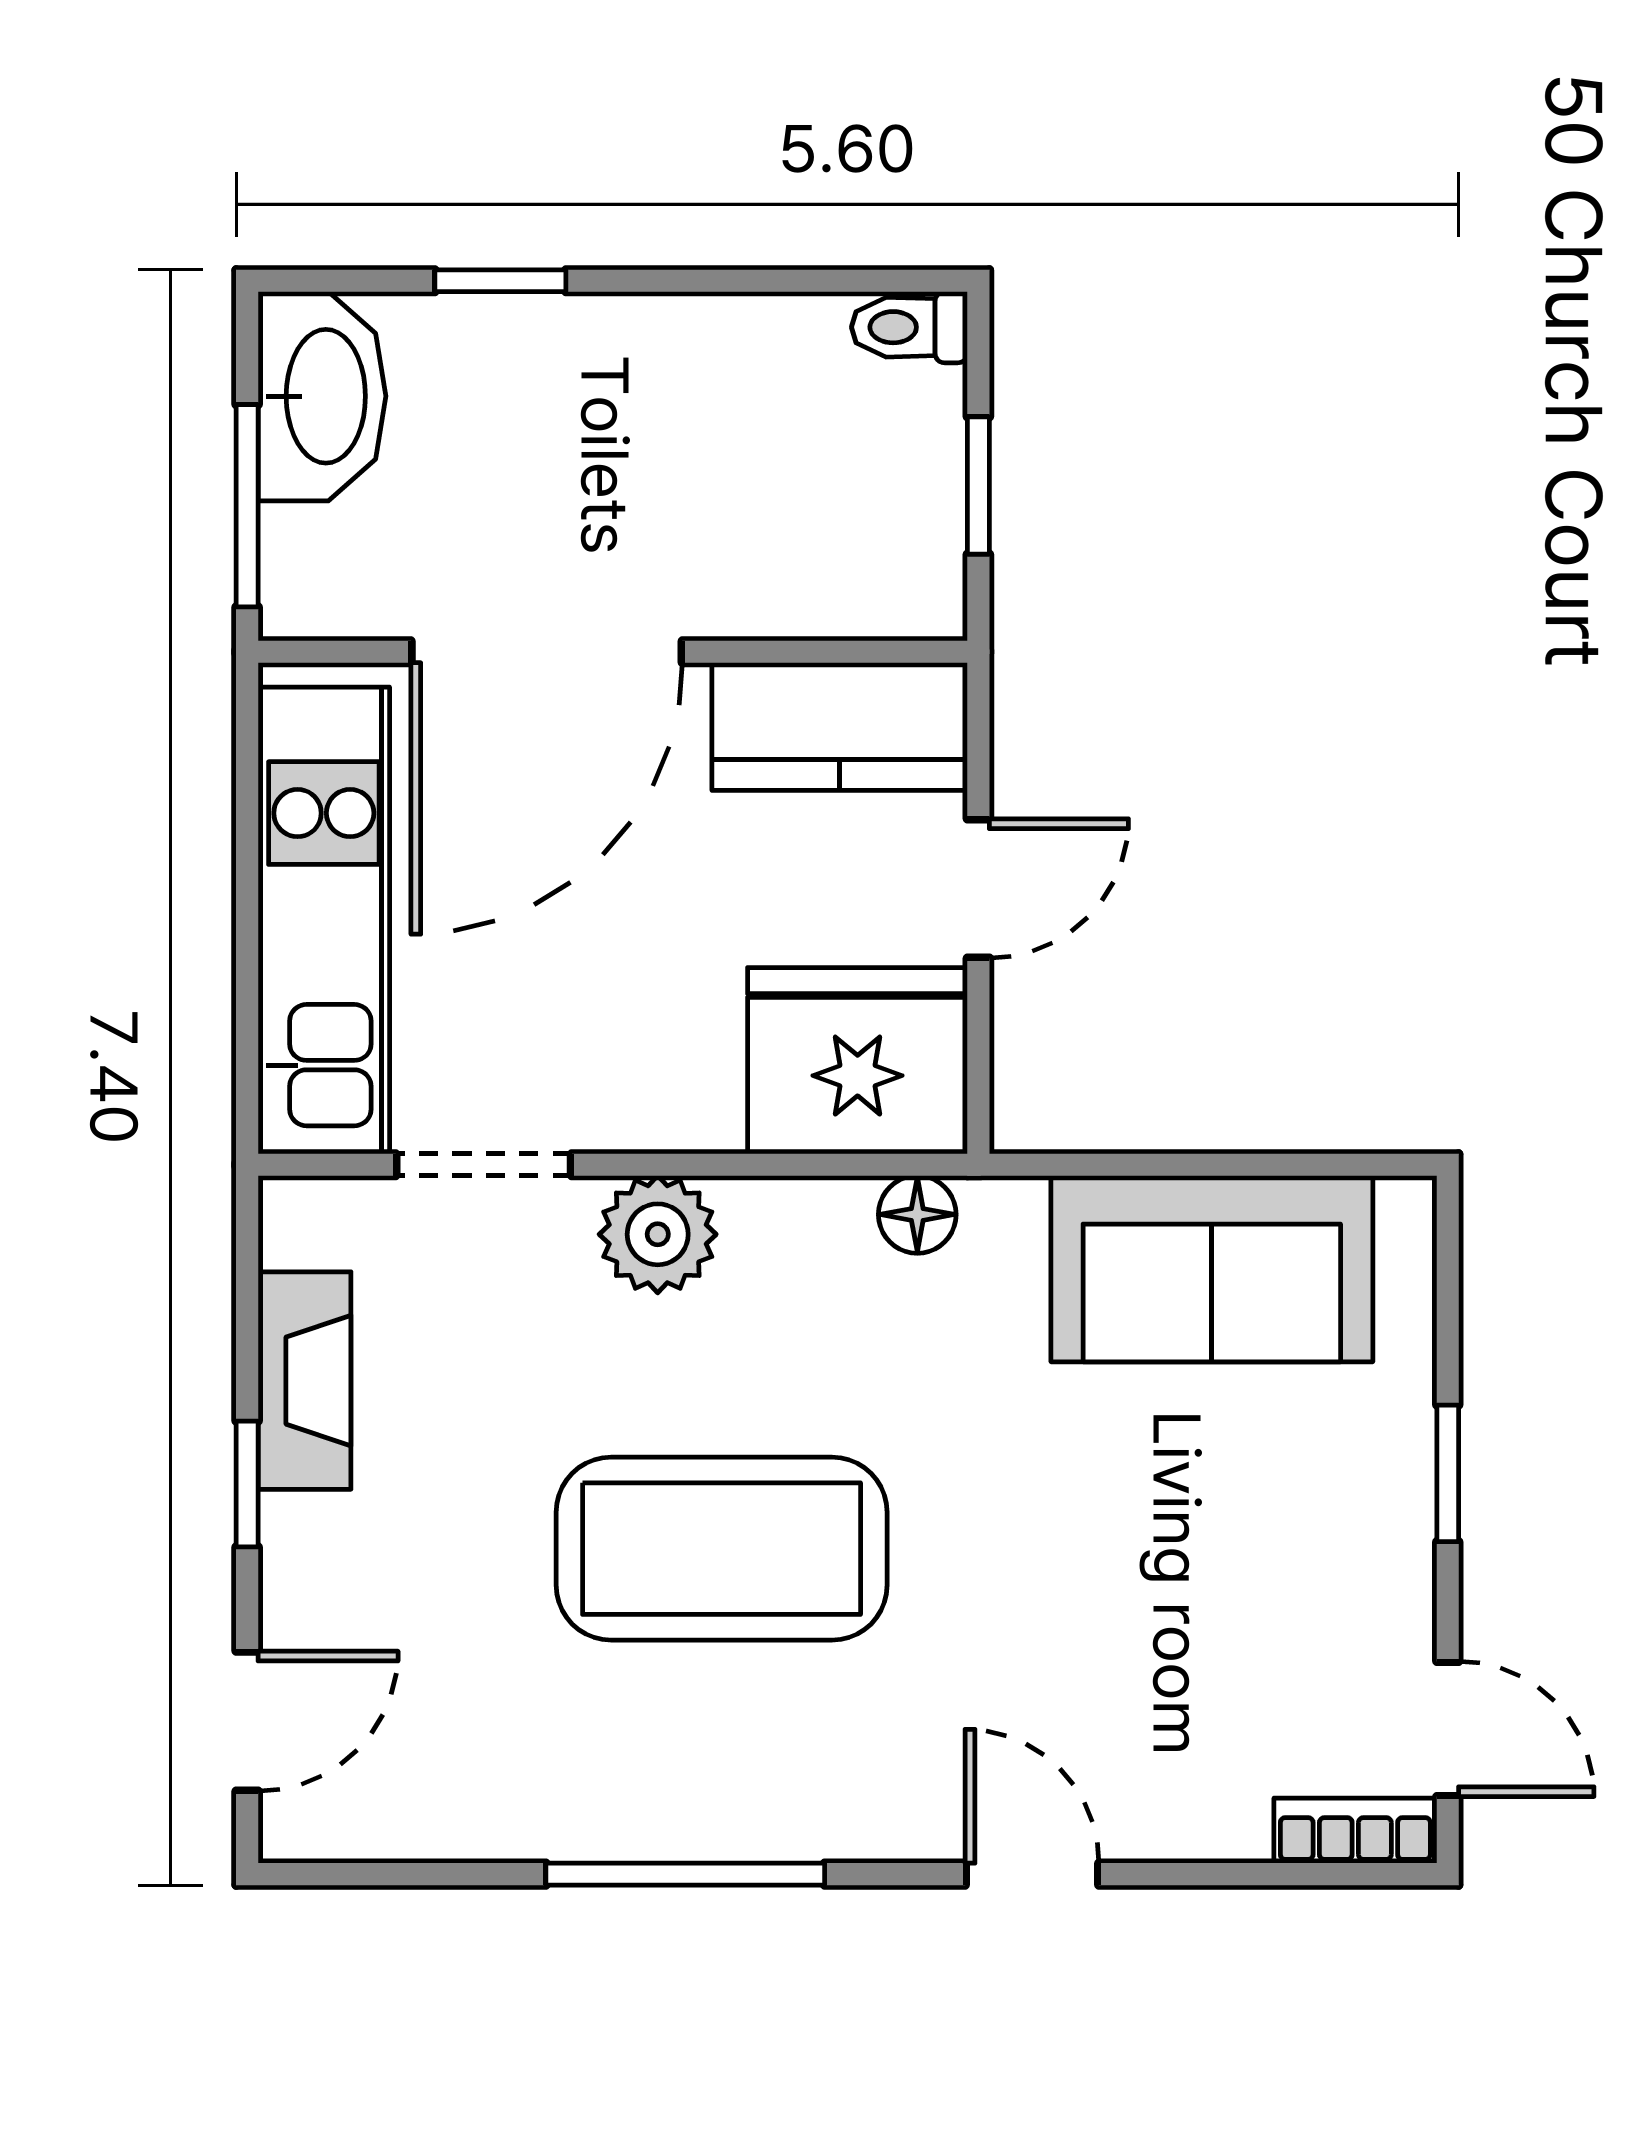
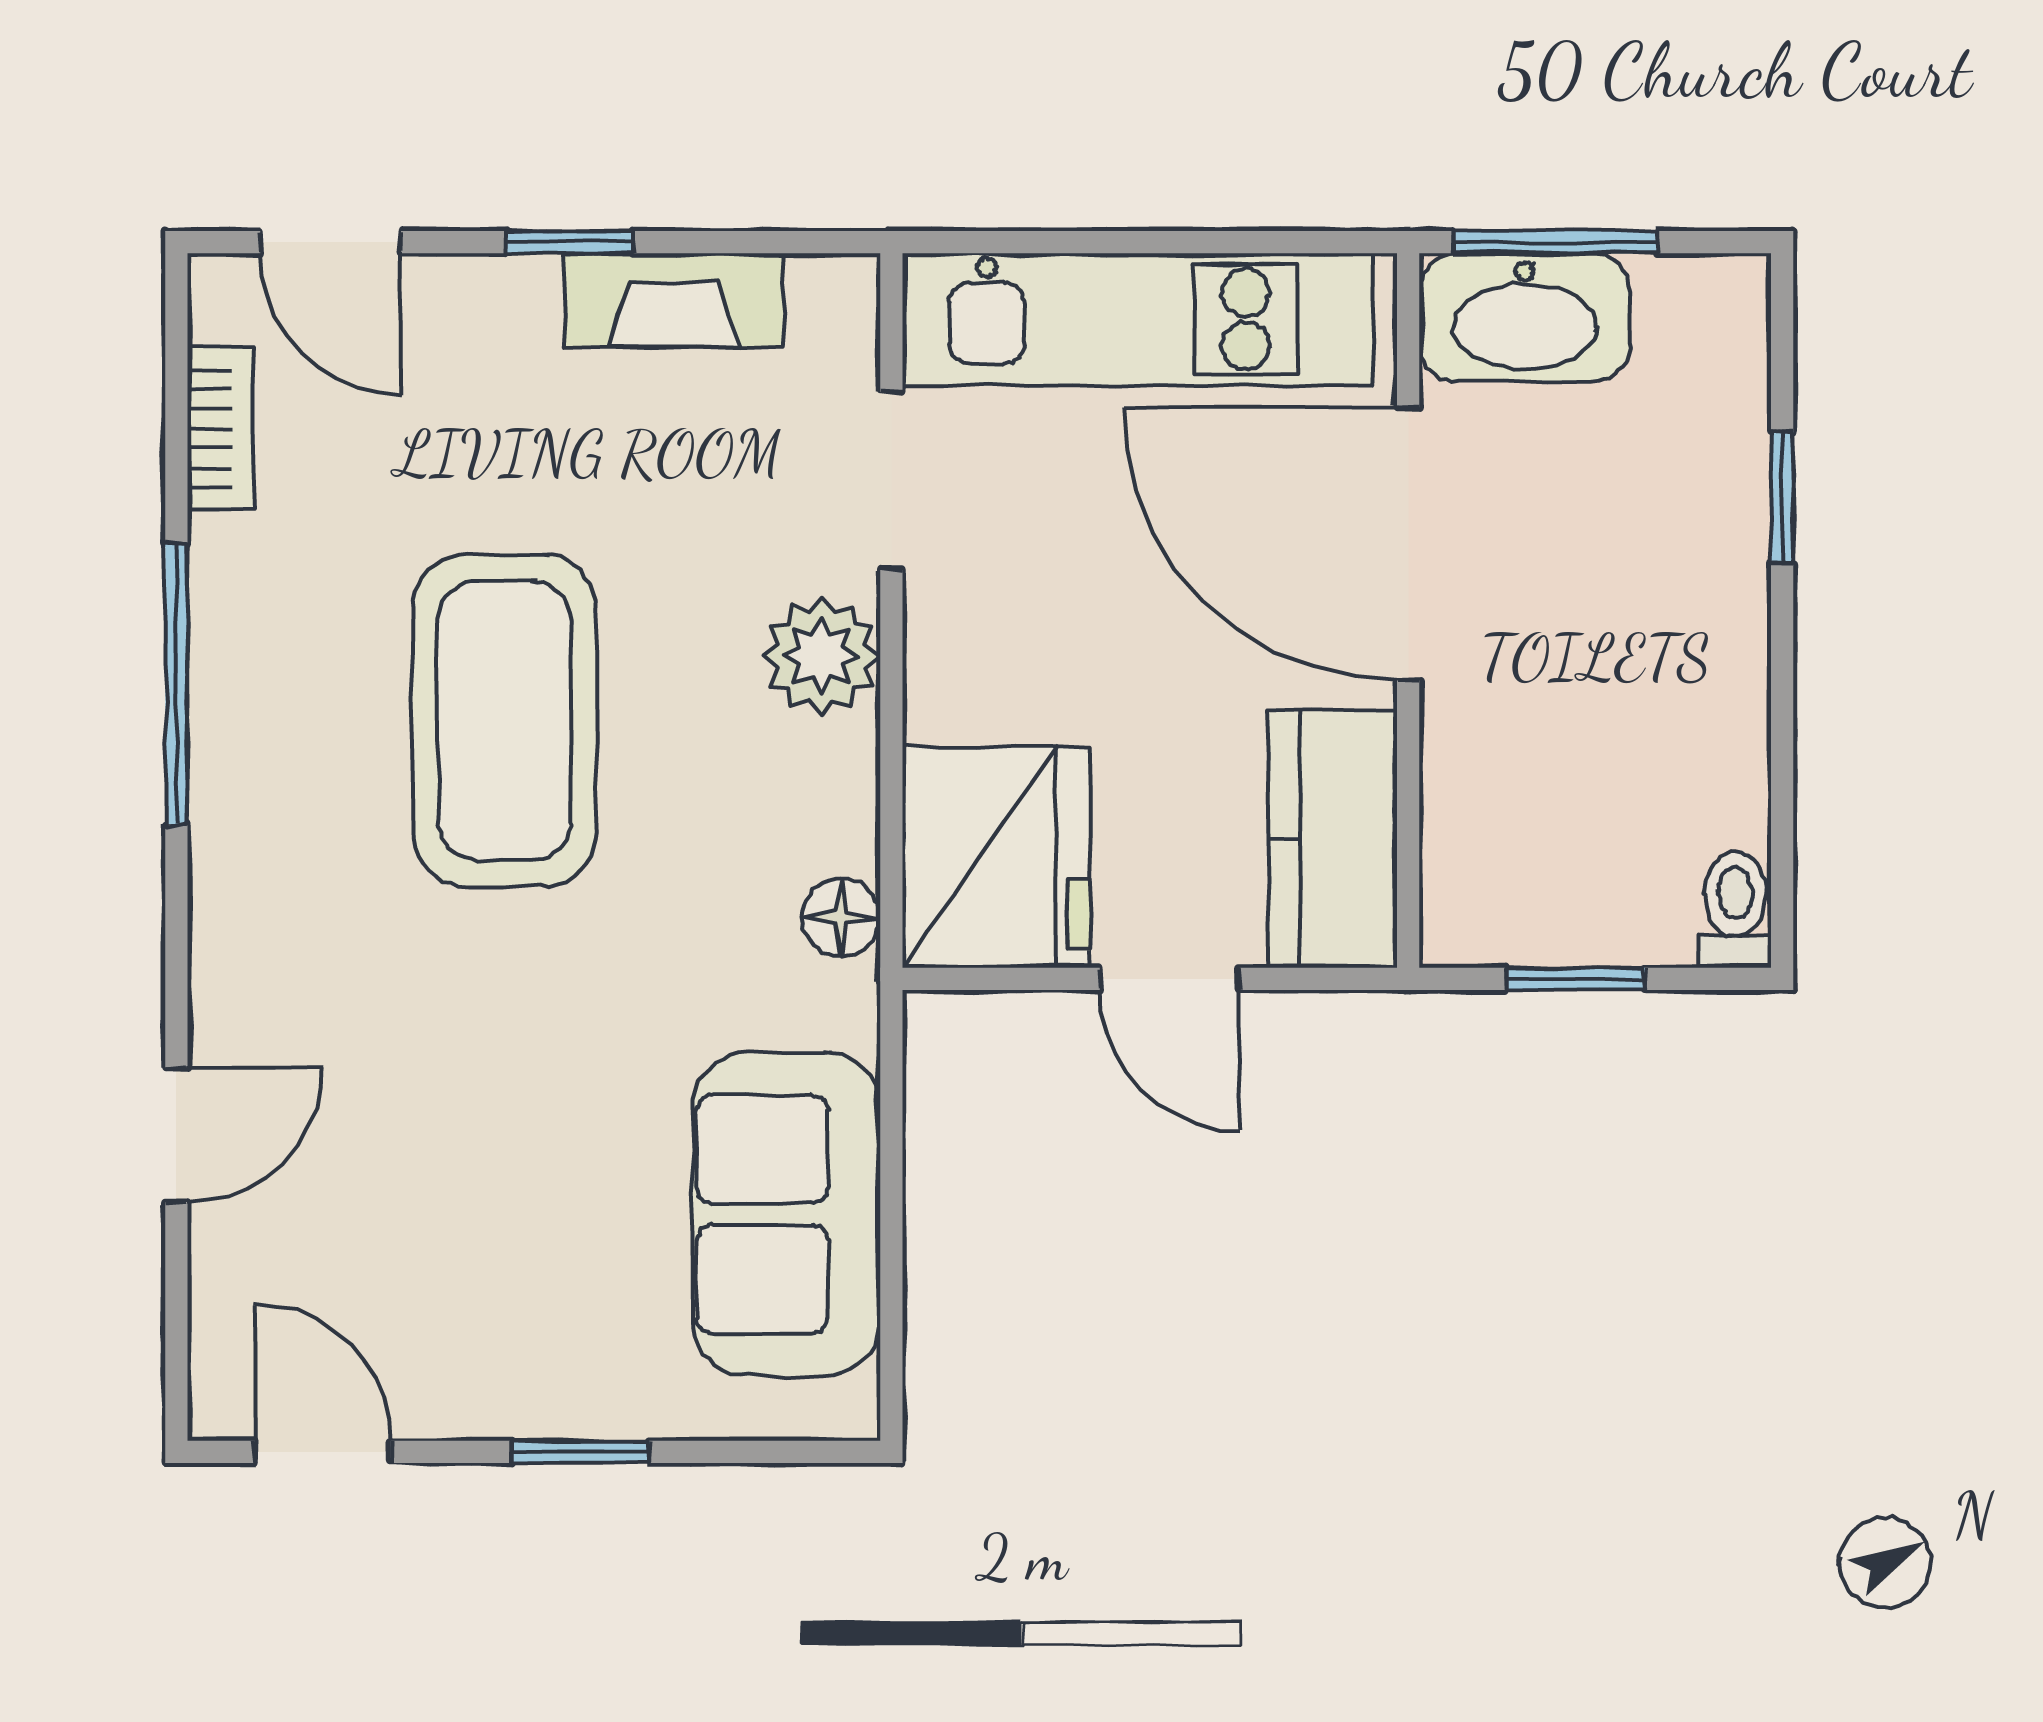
washbasin: (322, 396) -> (1525, 318), moved
door: (1448, 1729) -> (323, 1452), swing flipped
bookcase: (1355, 1831) -> (220, 428), moved
door: (1032, 1874) -> (176, 1135), moved

